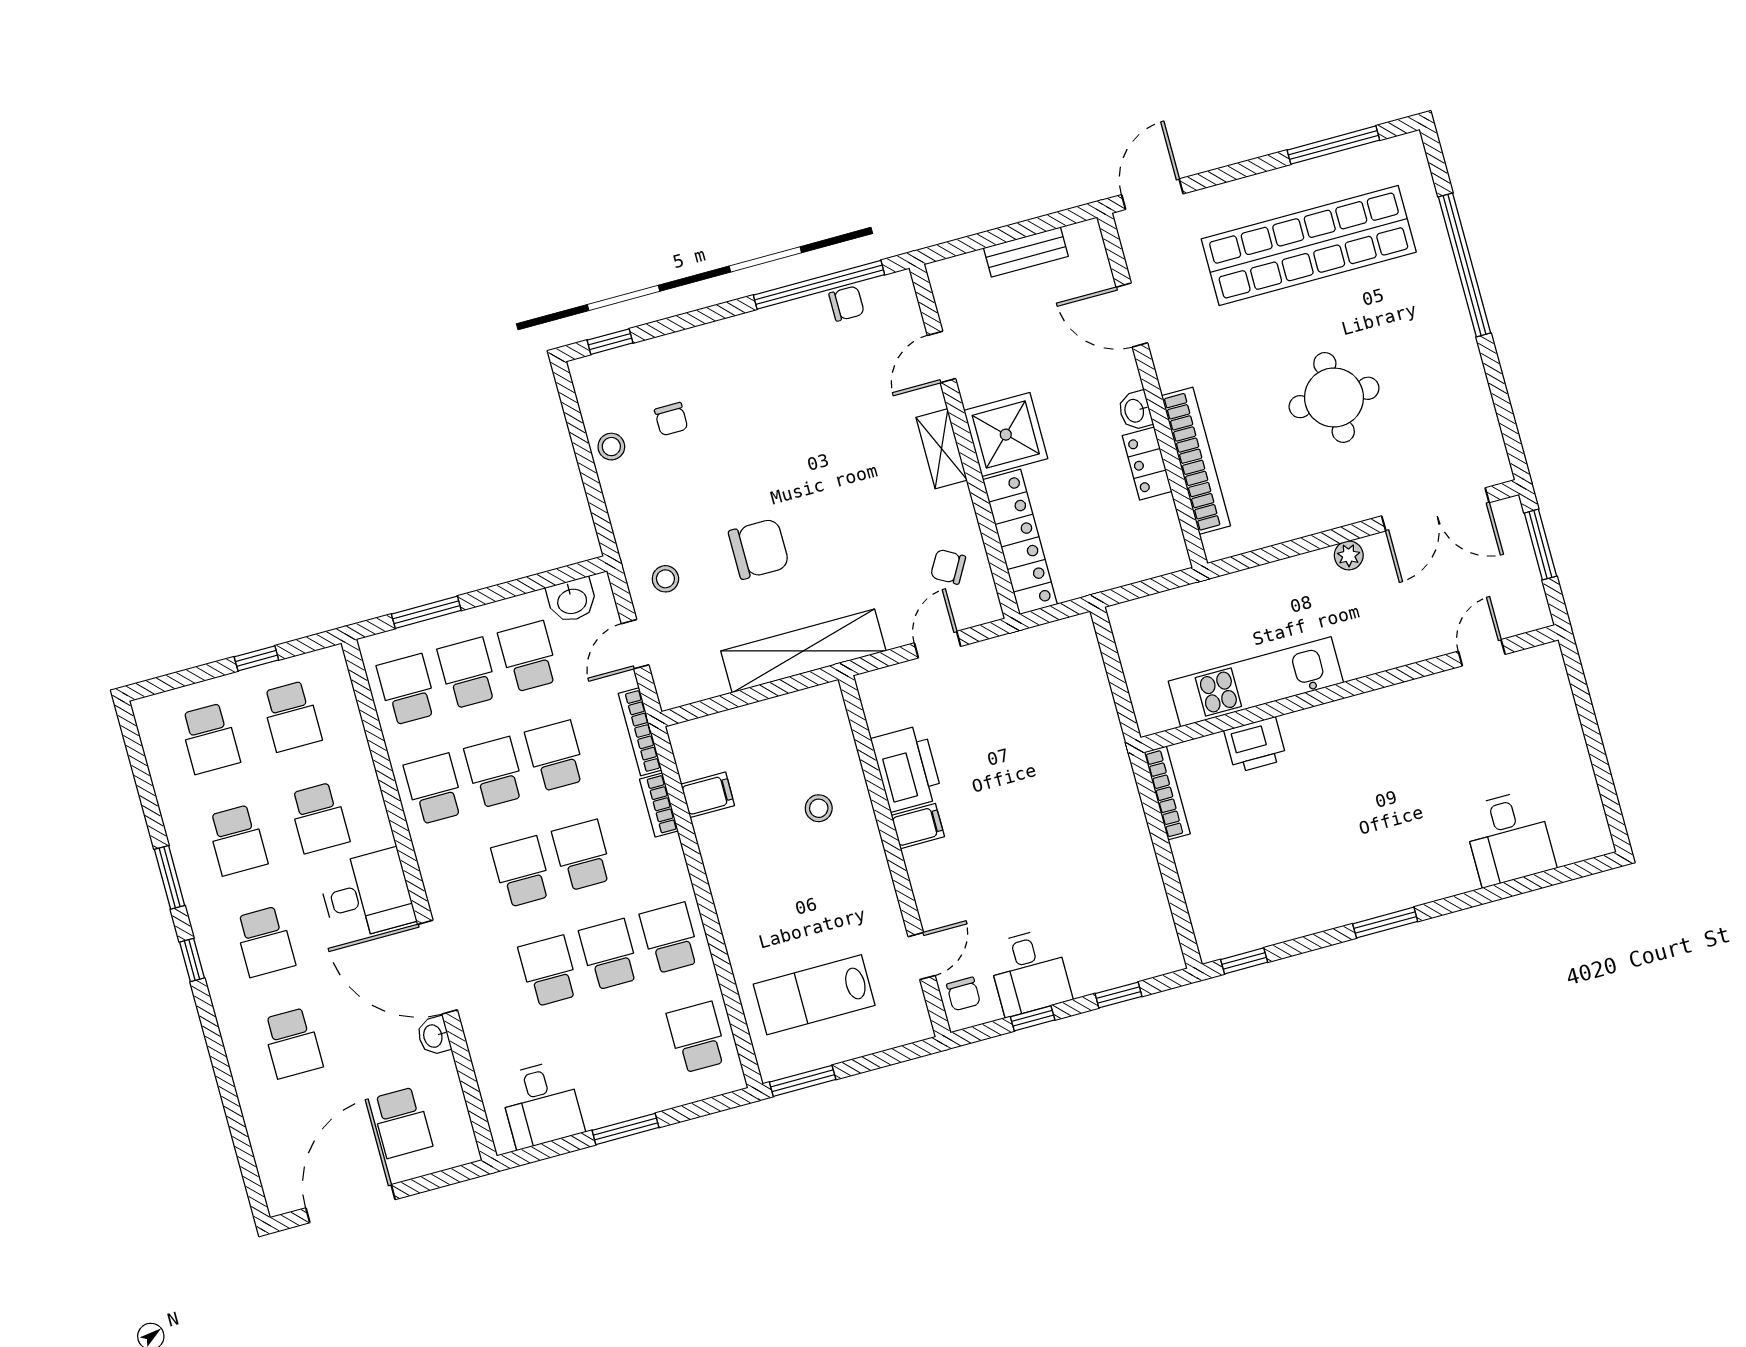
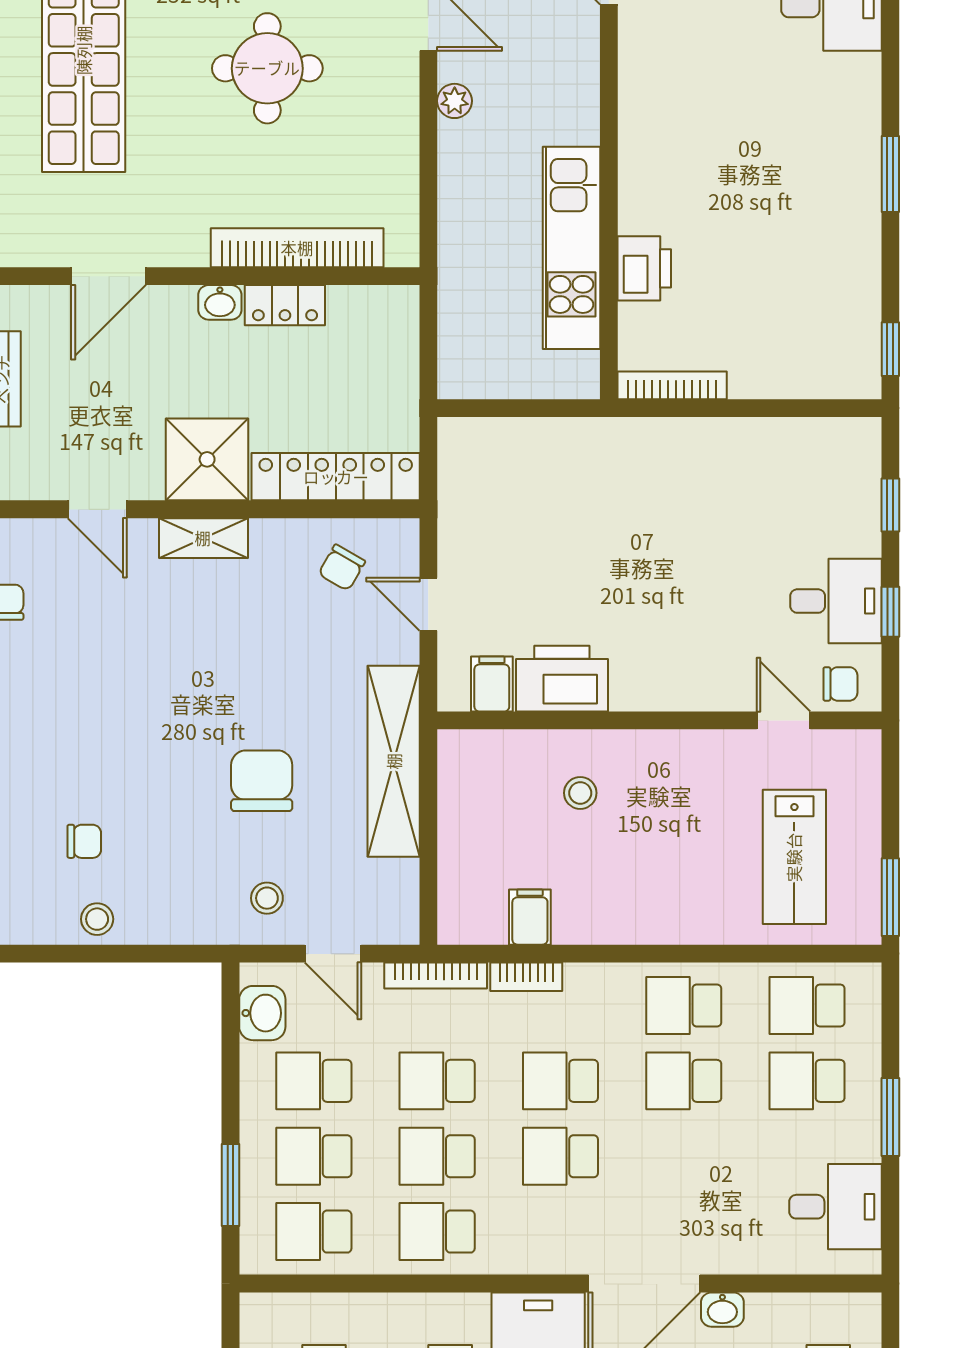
filing cabinet: (918, 826) -> (492, 684), moved
school desk: (549, 971) -> (807, 1081), moved

